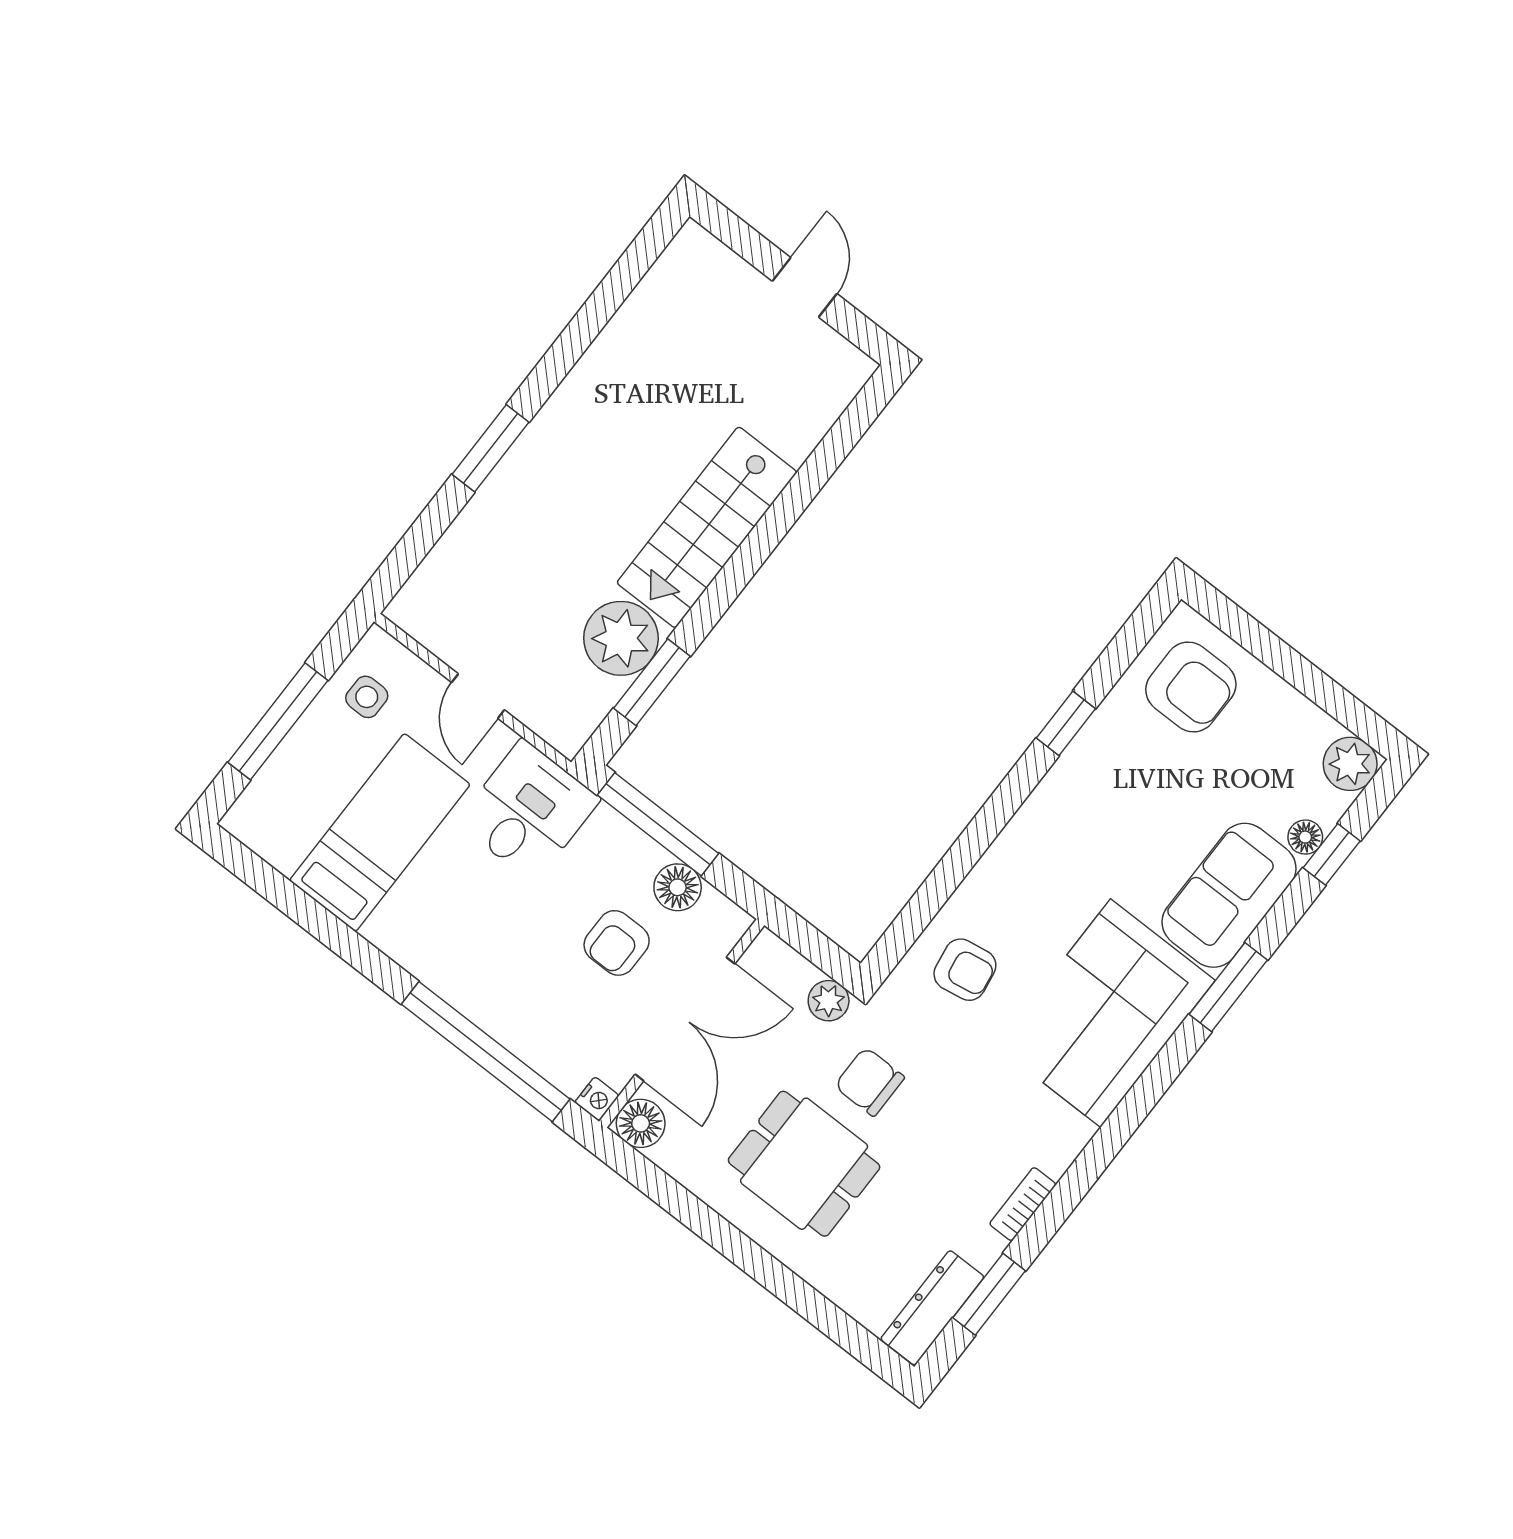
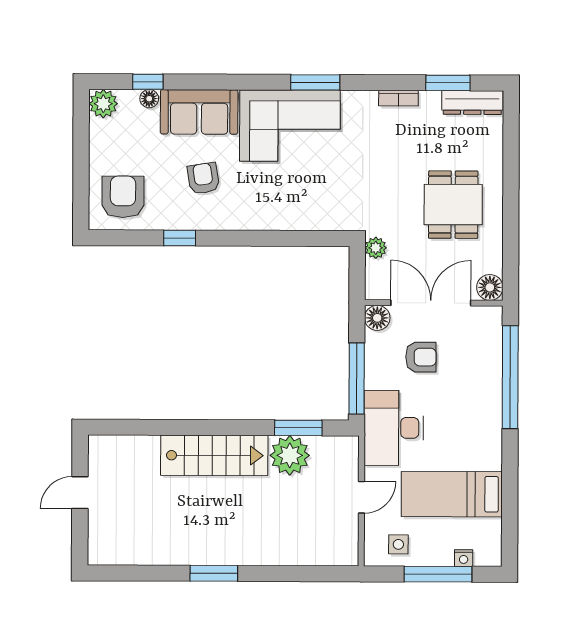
window: (491, 448) -> (214, 573), moved
desk: (528, 811) -> (394, 428), width x1.37
floor lamp: (678, 887) -> (377, 318), moved
armchair: (965, 970) -> (203, 178), moved
window: (1228, 987) -> (315, 82), moved
chair: (869, 1082) -> (397, 204), removed
nightstand: (597, 1099) -> (464, 558), moved, turned 180

